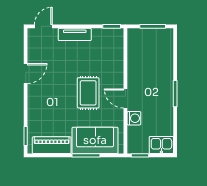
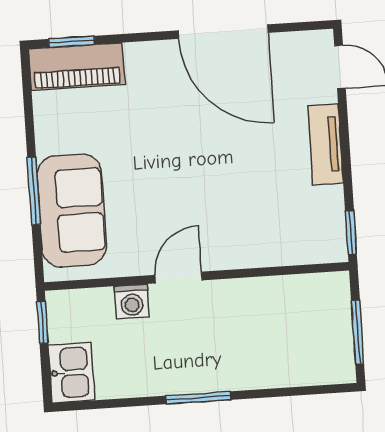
door: (26, 73) -> (223, 32), width x1.87
rug: (88, 93) -> (186, 186), removed
piano: (52, 145) -> (77, 67), moved, turned 90

